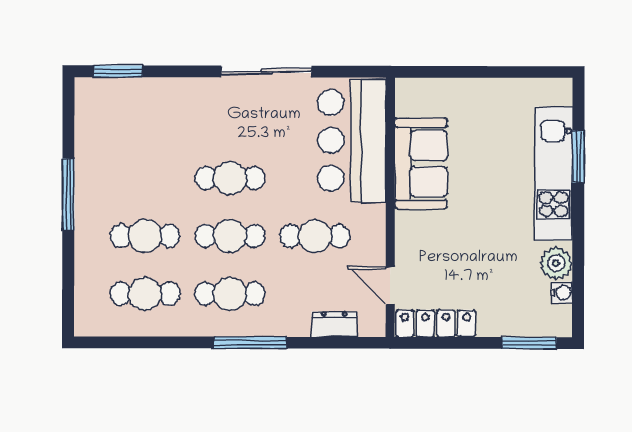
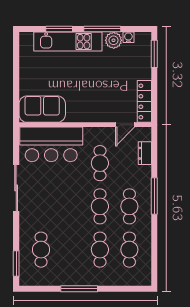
sofa: (421, 163) -> (42, 109), moved
cafe table: (230, 178) -> (41, 250), moved
window: (578, 241) -> (102, 29), added

